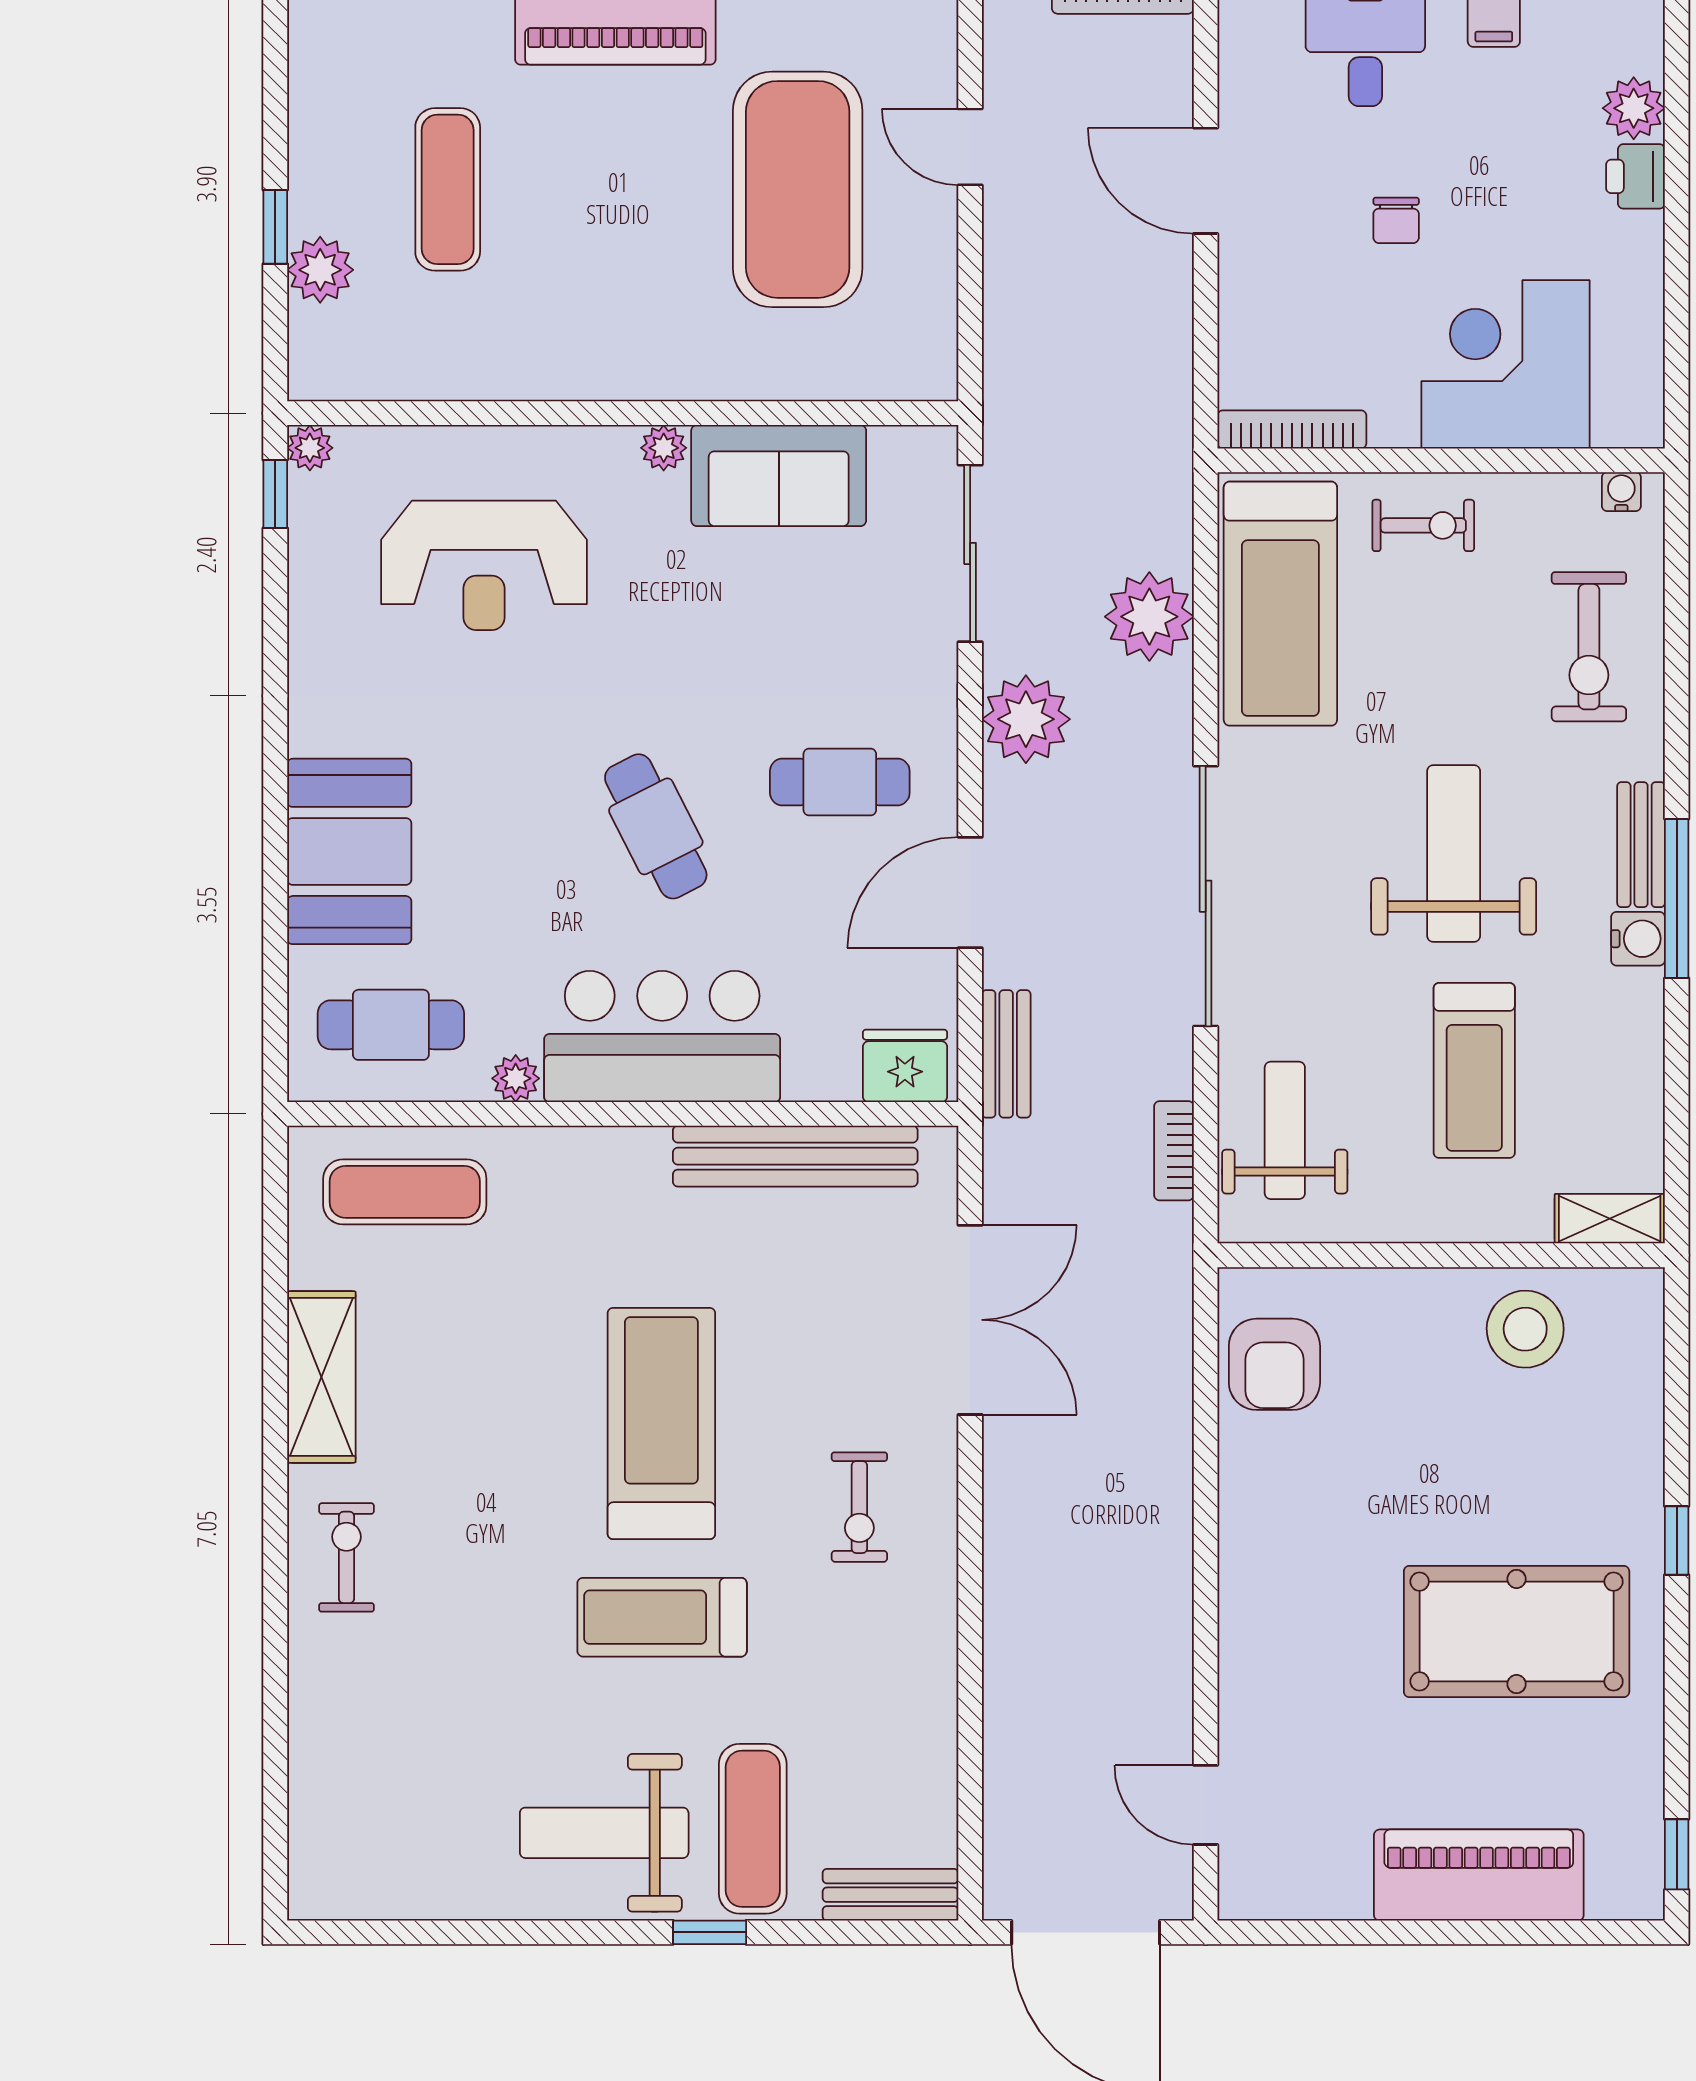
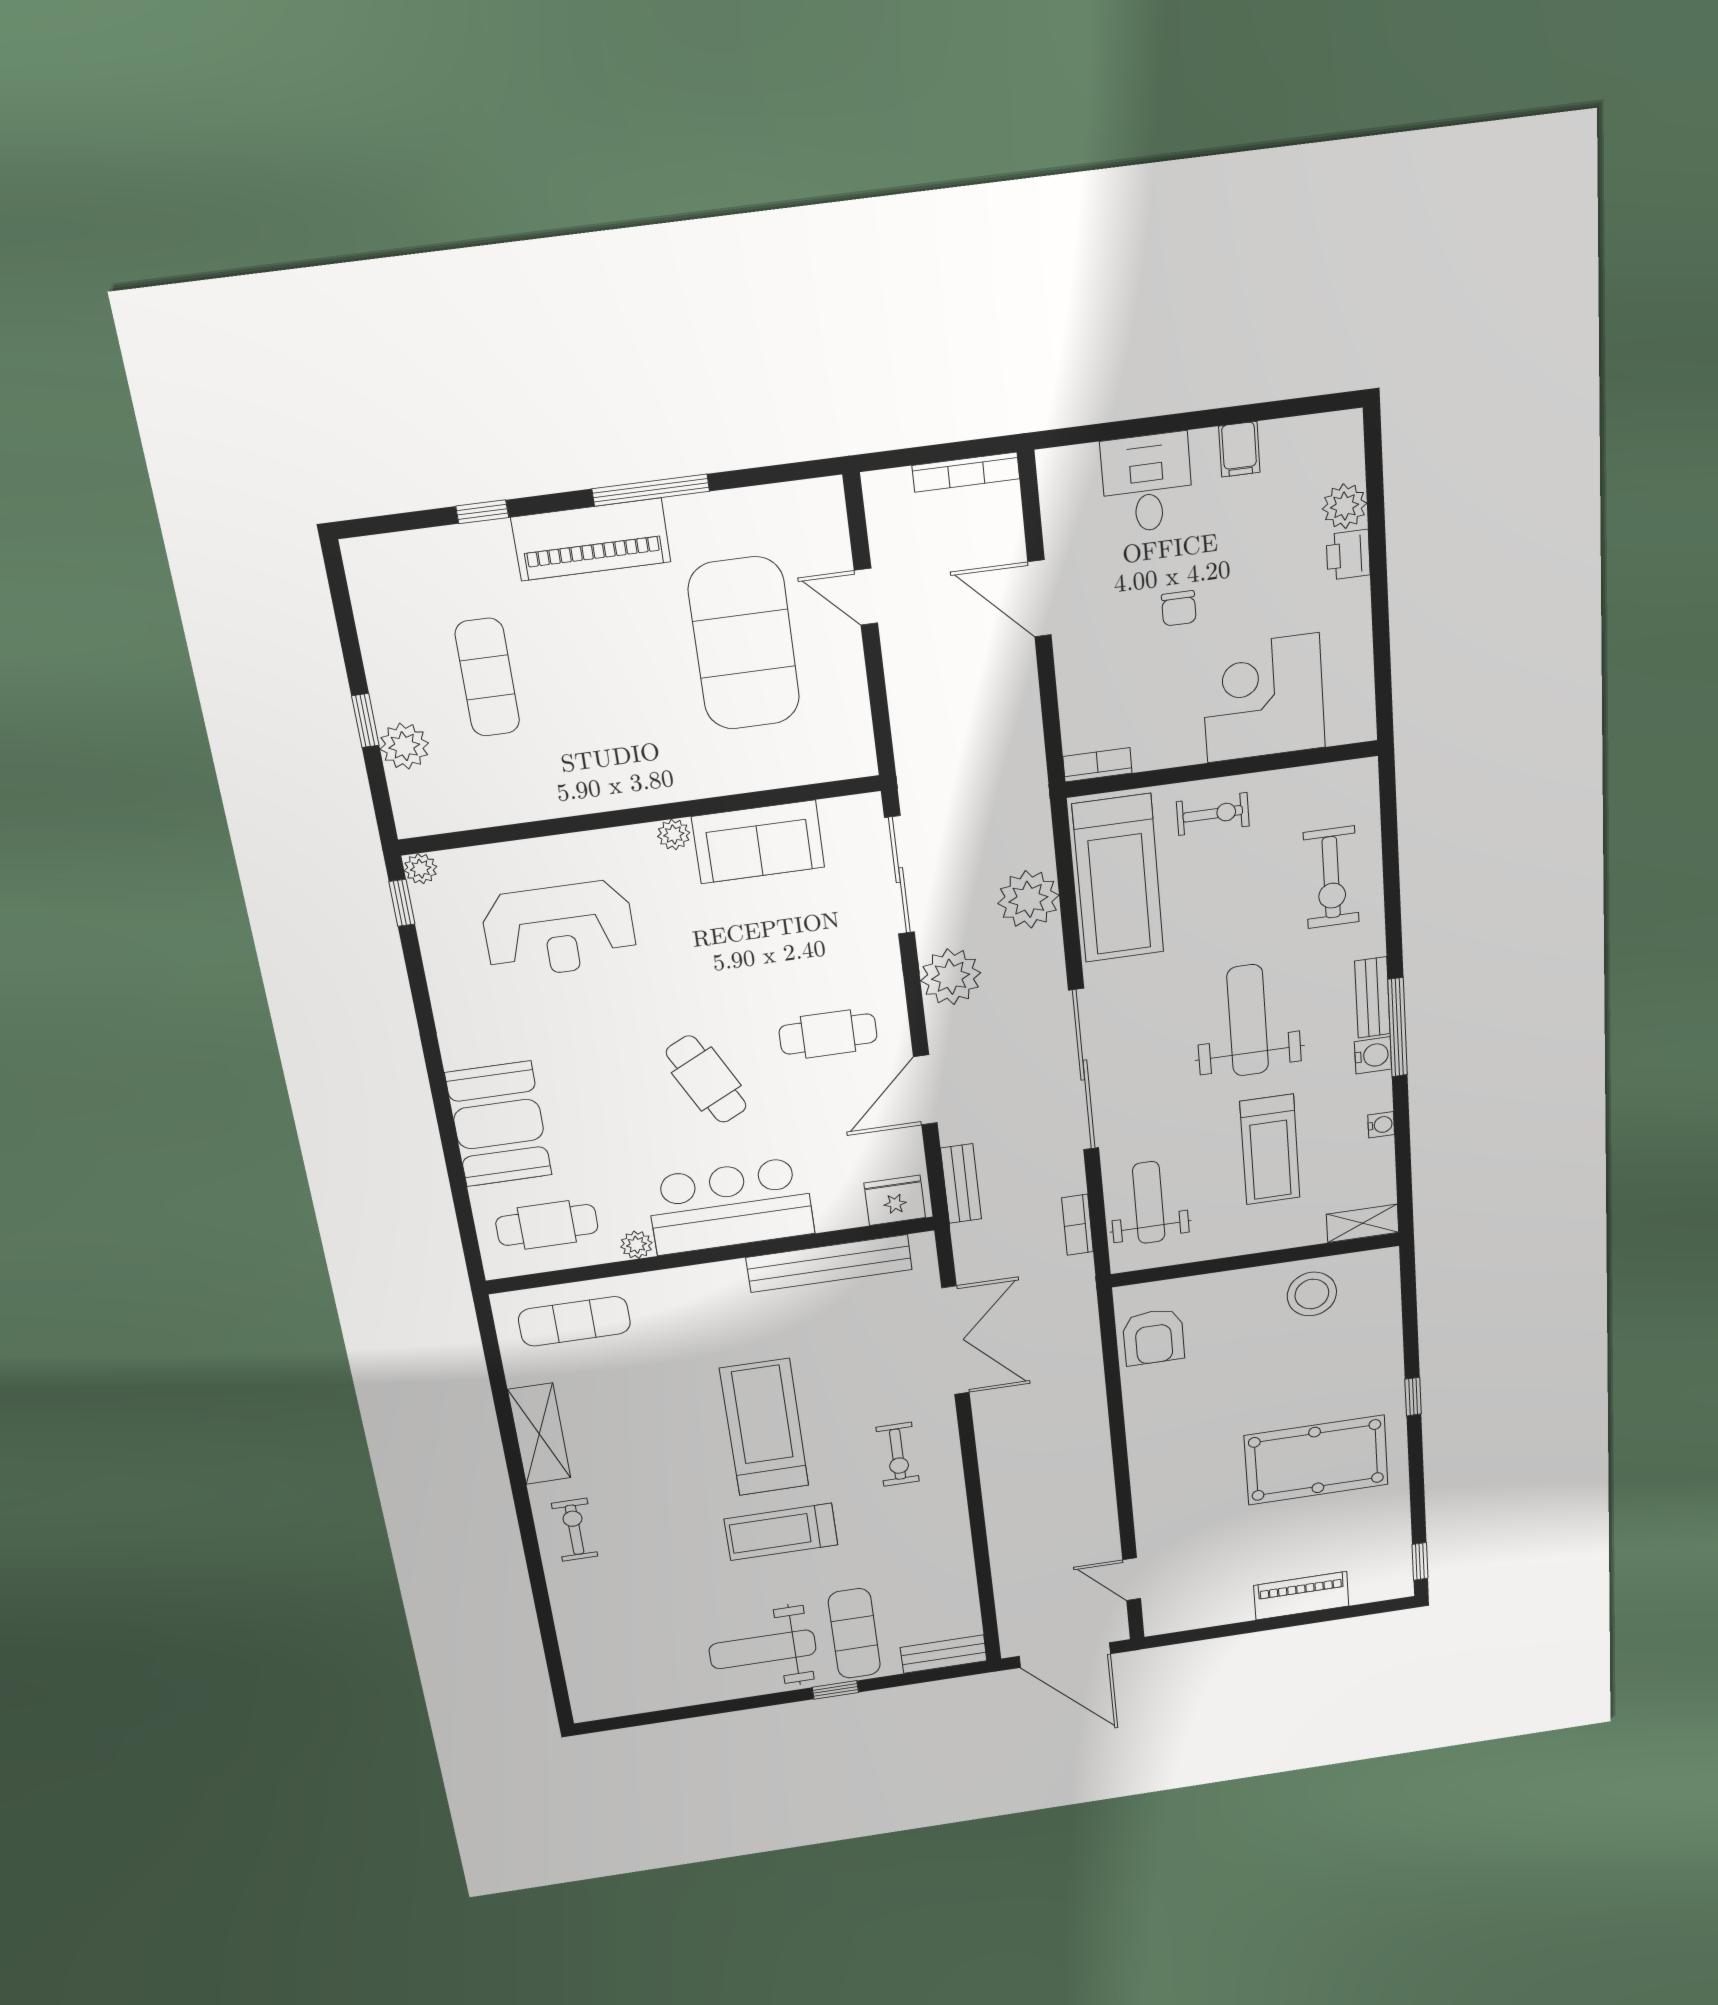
bookcase: (1292, 429) -> (1097, 765), width x0.64
water cooler: (1621, 492) -> (1381, 1125), moved, turned 90
piano: (1479, 1875) -> (1301, 1596), width x0.73, depth x0.75

